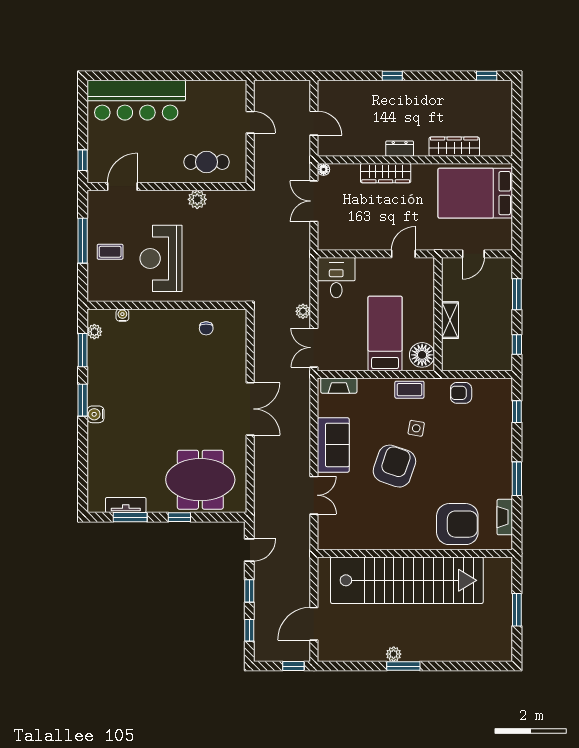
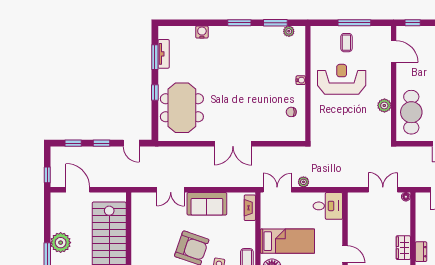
cafe table: (207, 162) -> (411, 112), width x1.37, depth x1.35
wardrobe: (386, 173) -> (403, 248), width x0.67
water cooler: (122, 315) -> (301, 80), moved
water cooler: (96, 414) -> (202, 32), moved
plant: (394, 654) -> (61, 243), width x1.87, depth x1.87

